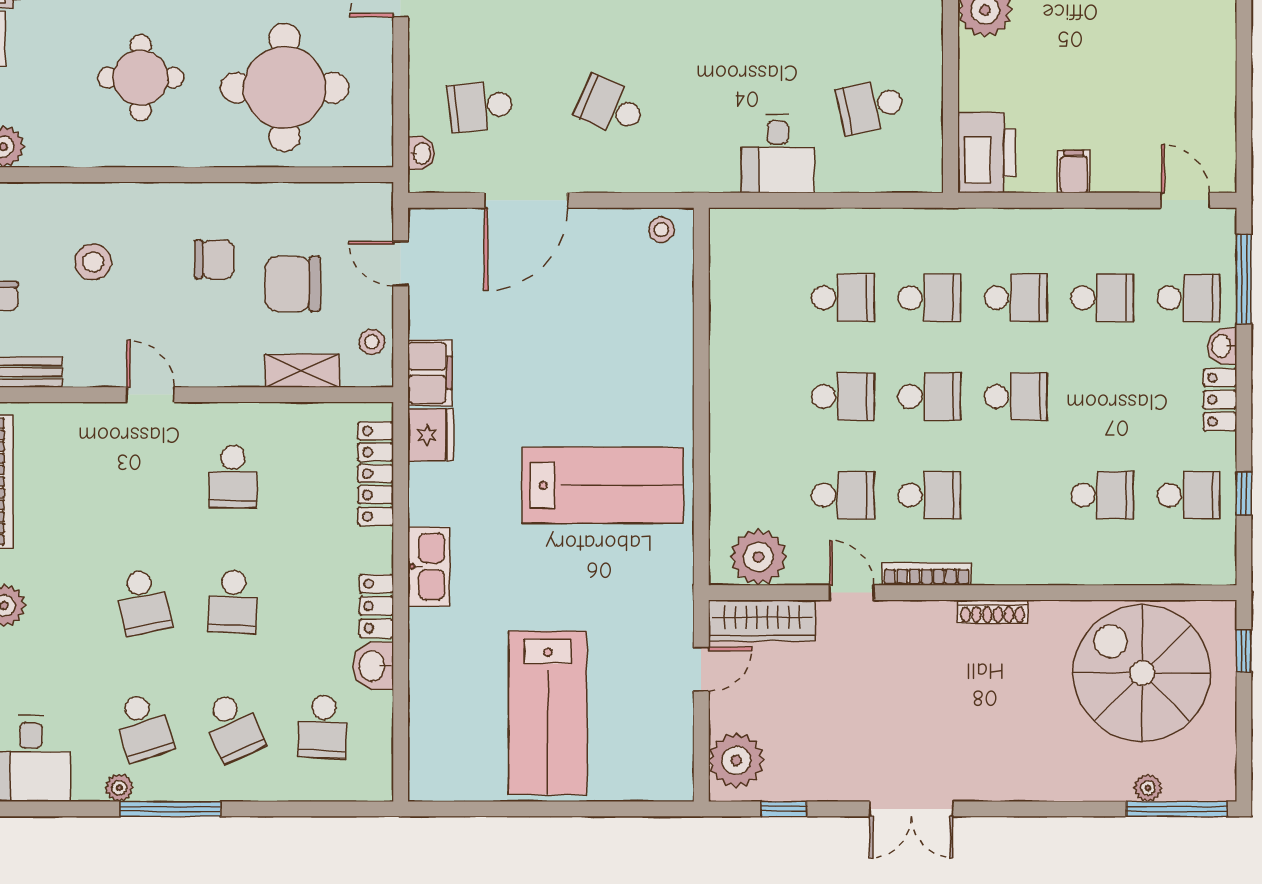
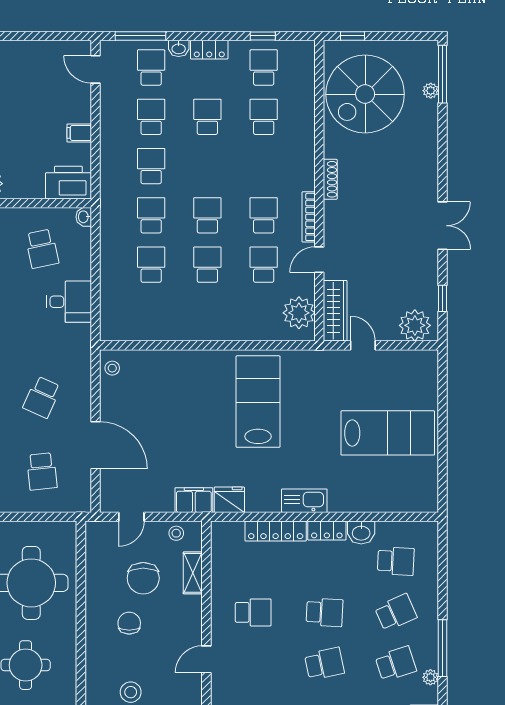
washbasin: (421, 153) -> (84, 217), moved, turned -90
door: (1185, 200) -> (96, 69), hinge flipped
school desk: (1016, 396) -> (207, 117), moved
locker: (376, 474) -> (276, 531), moved

